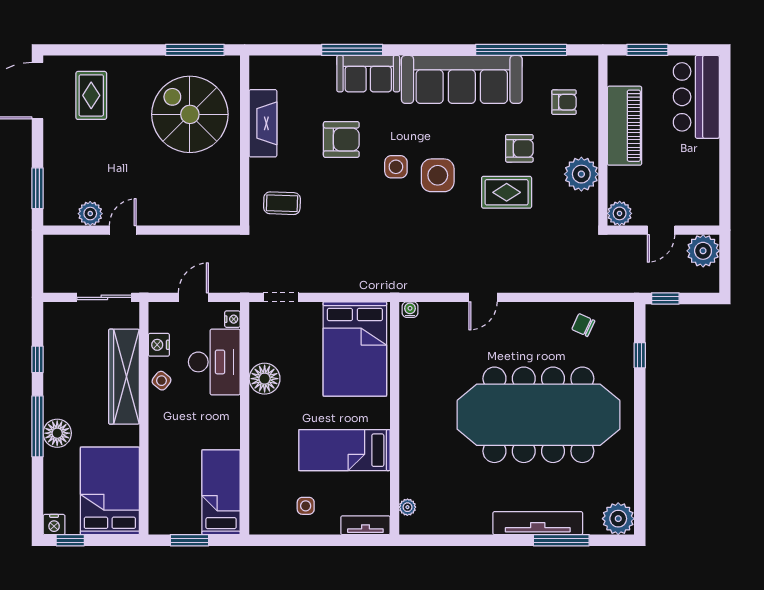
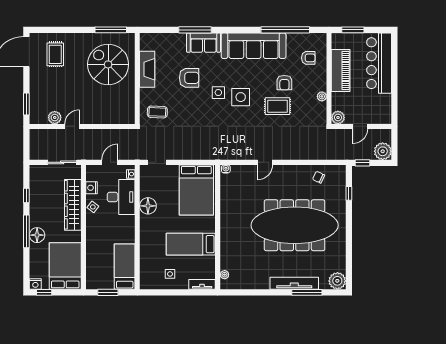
bar counter: (696, 97) -> (379, 63), width x1.36
armchair: (519, 148) -> (284, 83), turned 90
plant: (581, 174) -> (322, 96), width x0.53, depth x0.53
plant: (703, 251) -> (383, 151), moved

